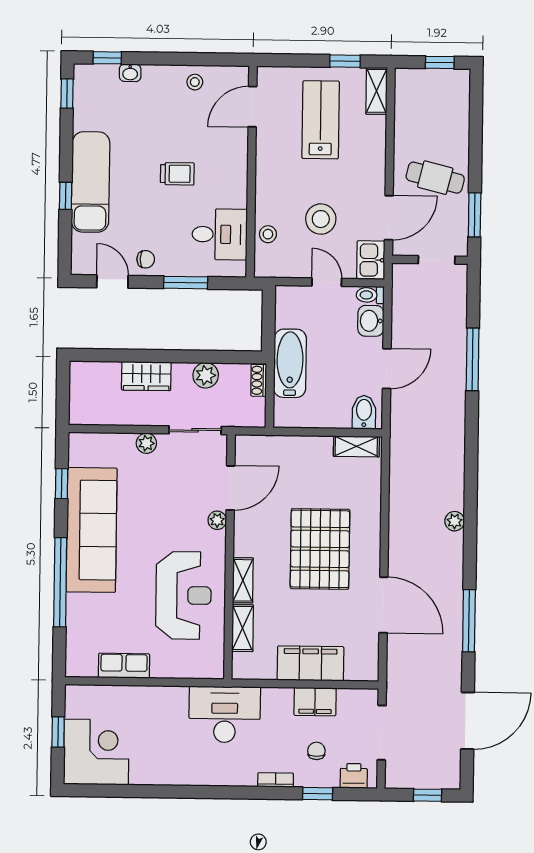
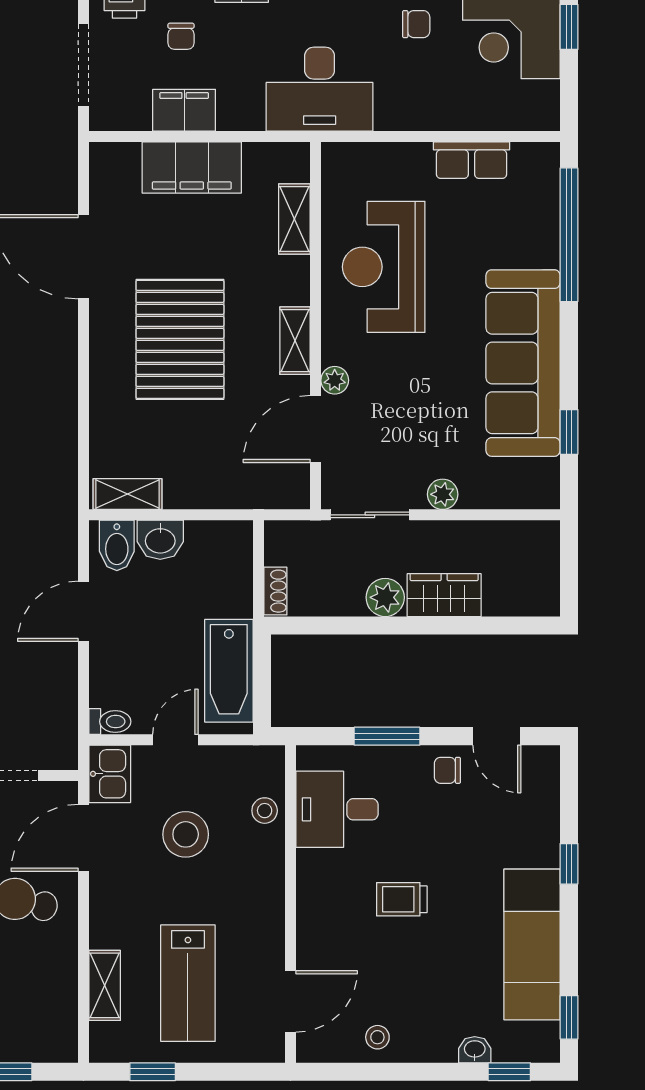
shelving: (377, 91) -> (105, 985), moved
exam couch: (90, 182) -> (532, 945), moved
door: (327, 282) -> (175, 740), swing flipped
washbasin: (371, 321) -> (160, 540), moved, turned 90
bathtub: (290, 363) -> (229, 671), moved
plant: (206, 375) -> (385, 597), moved
shelving: (243, 580) -> (295, 341), moved
window: (60, 582) -> (569, 235), moved
window: (58, 732) -> (569, 27), moved
chair: (160, 757) -> (416, 24), added

